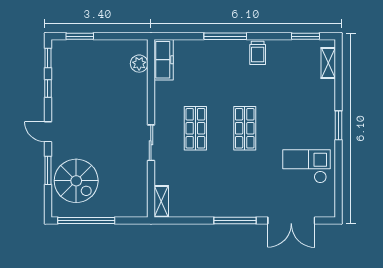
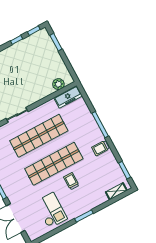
trolley: (281, 117) -> (71, 181), added
shop shelf: (195, 128) -> (39, 136), width x2.00, depth x1.36
shop shelf: (245, 128) -> (54, 164), width x2.00, depth x1.36

